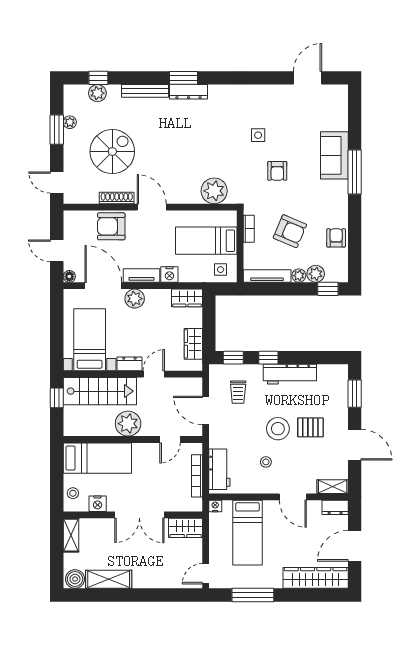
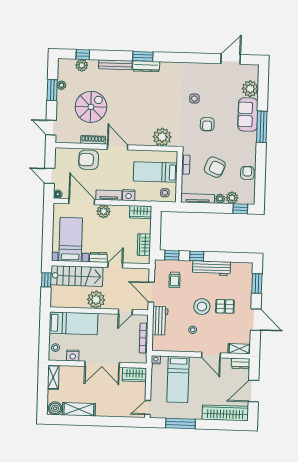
plant: (336, 119) -> (250, 89), added
workbench: (219, 469) -> (160, 321), moved

